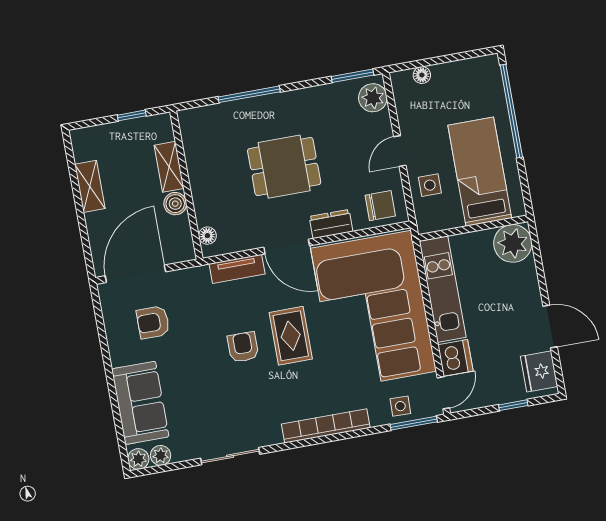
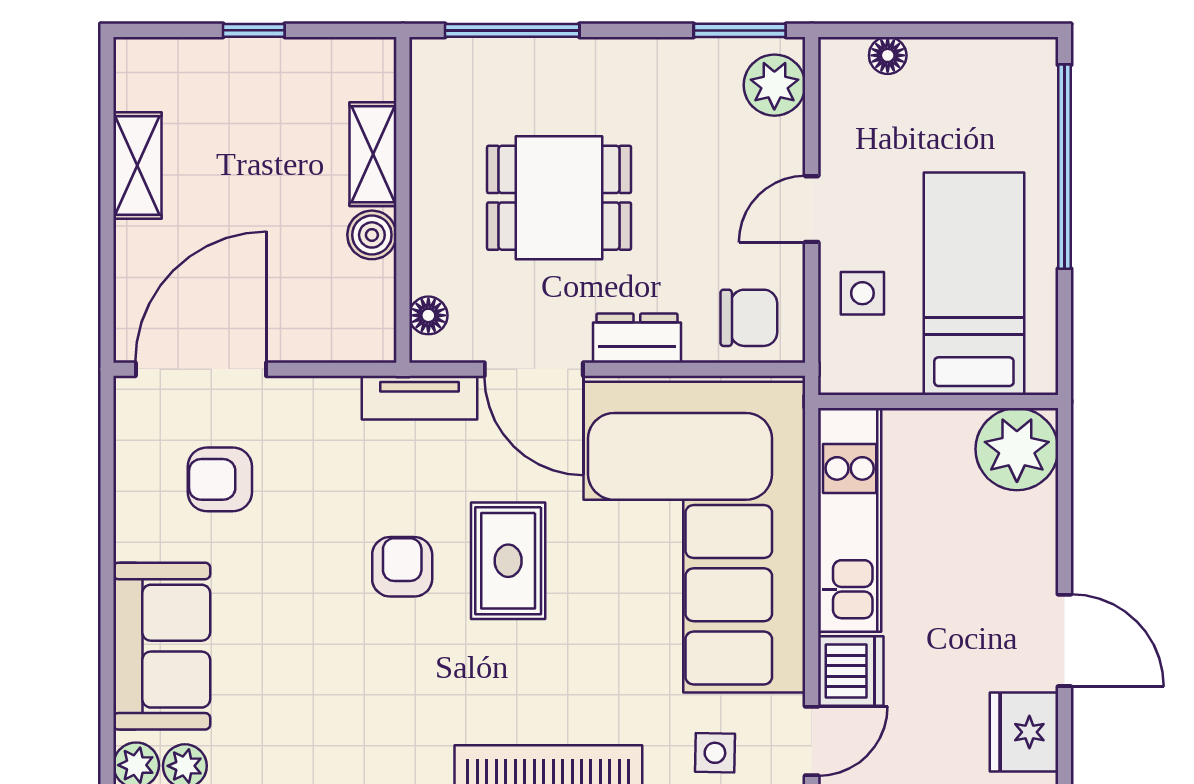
shelving: (169, 167) -> (373, 154), moved
wall: (186, 185) -> (403, 200), moved
boiler: (175, 204) -> (372, 235), moved
floor lamp: (207, 236) -> (428, 315), moved

